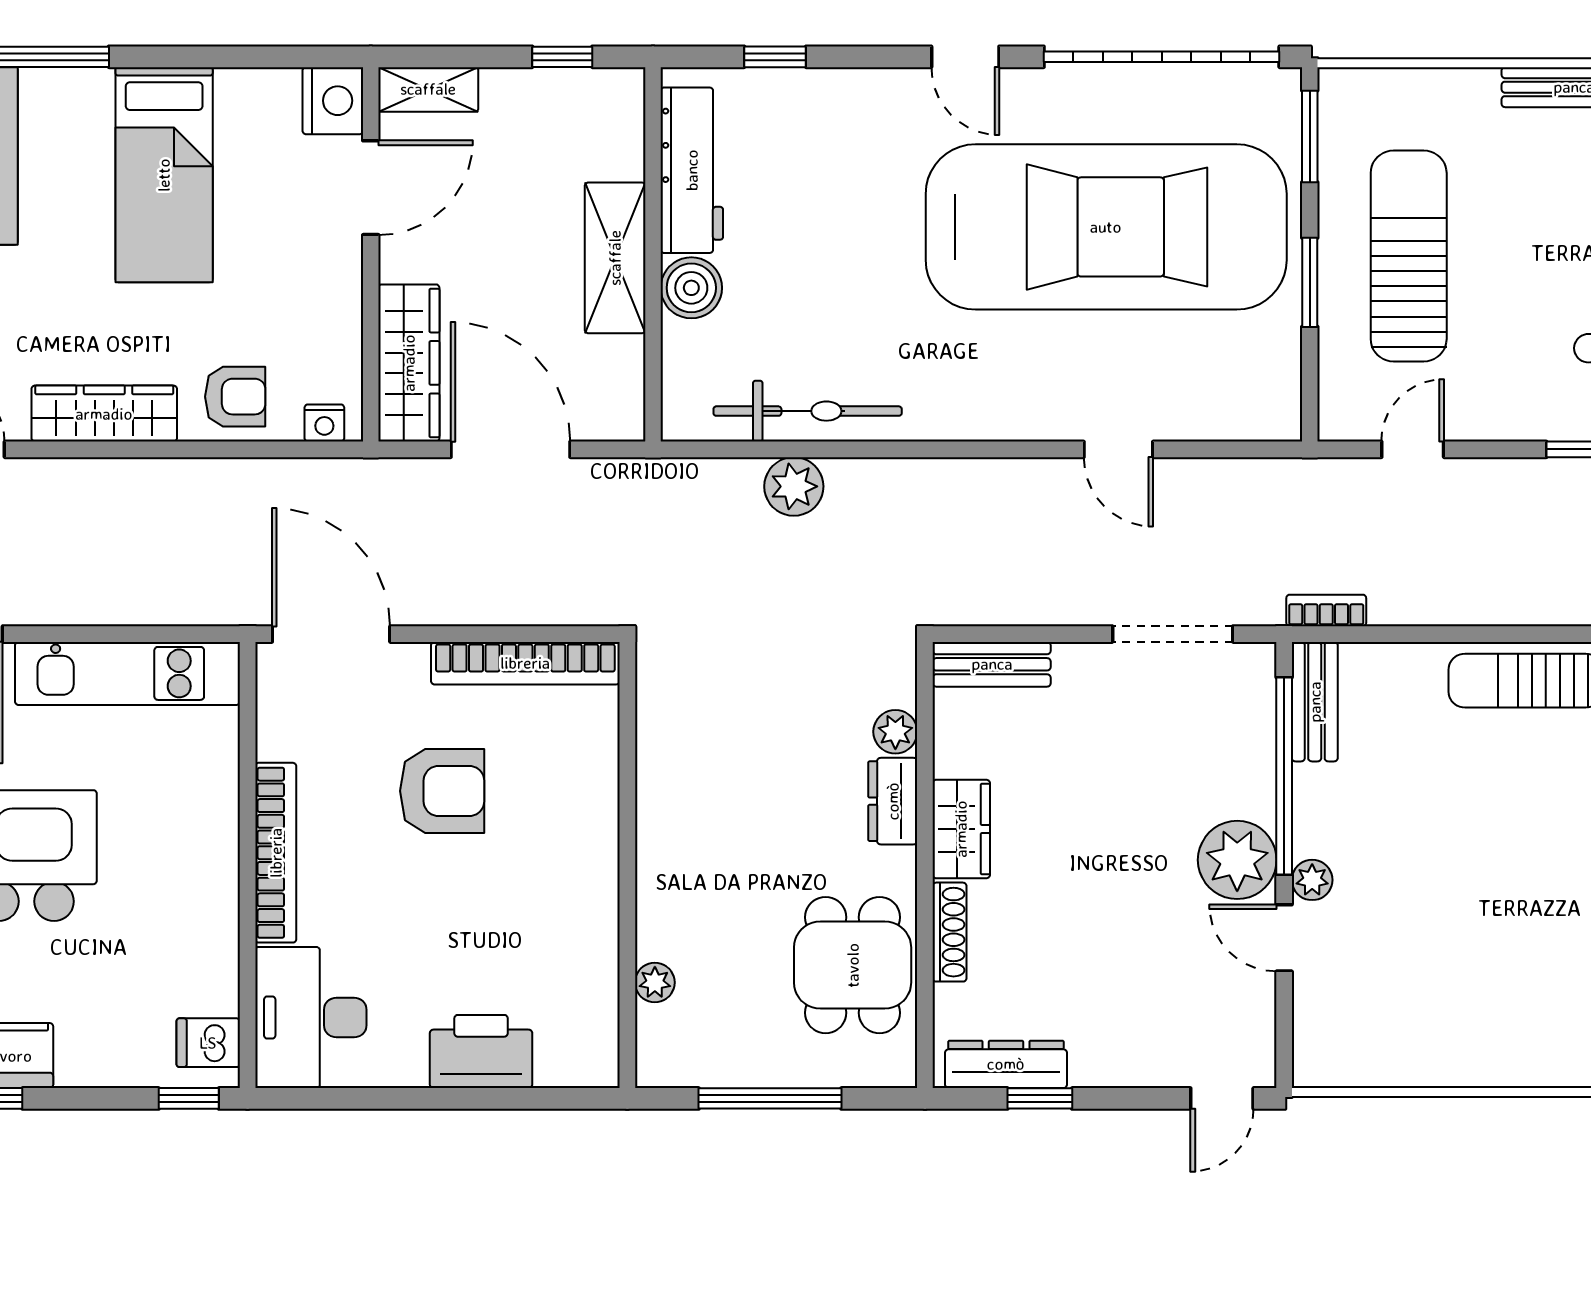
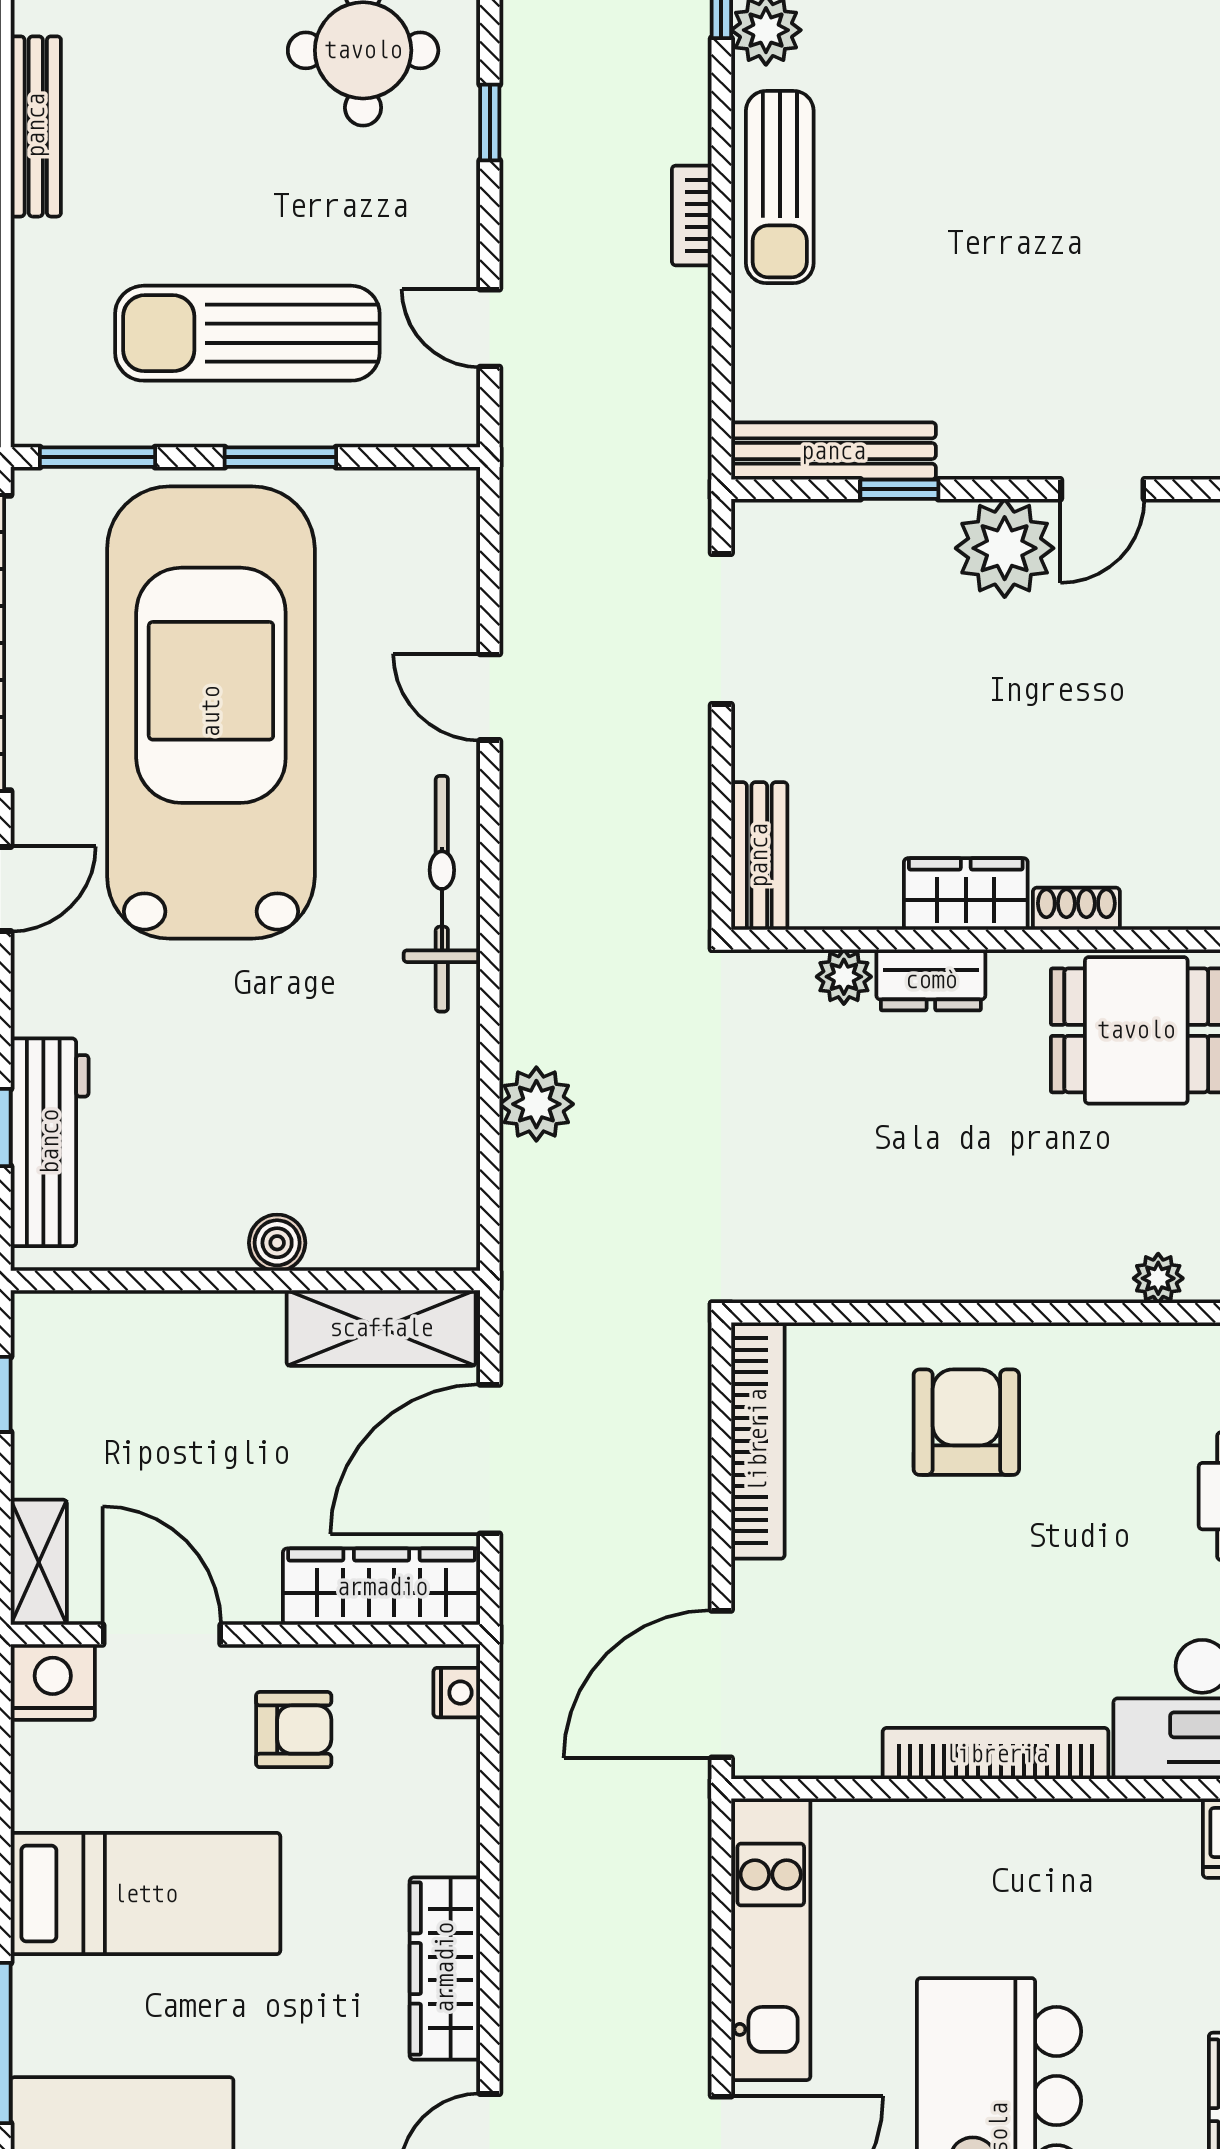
workbench: (692, 170) -> (50, 1142), moved, turned 90
shelving: (615, 258) -> (381, 1328), moved
boiler: (691, 288) -> (277, 1243), width x0.73, depth x0.73
armchair: (235, 397) -> (294, 1730), moved, turned 90
bicycle: (808, 411) -> (442, 894), moved
door: (1118, 449) -> (490, 697), swing flipped
bookcase: (1326, 610) -> (692, 215), moved
bench: (1315, 702) -> (833, 451), width x1.36
window: (1284, 776) -> (899, 489), width x0.32
armchair: (442, 791) -> (966, 1422), moved
plant: (1312, 880) -> (1030, 454), removed
shoe rack: (950, 932) -> (1076, 909), width x0.70

